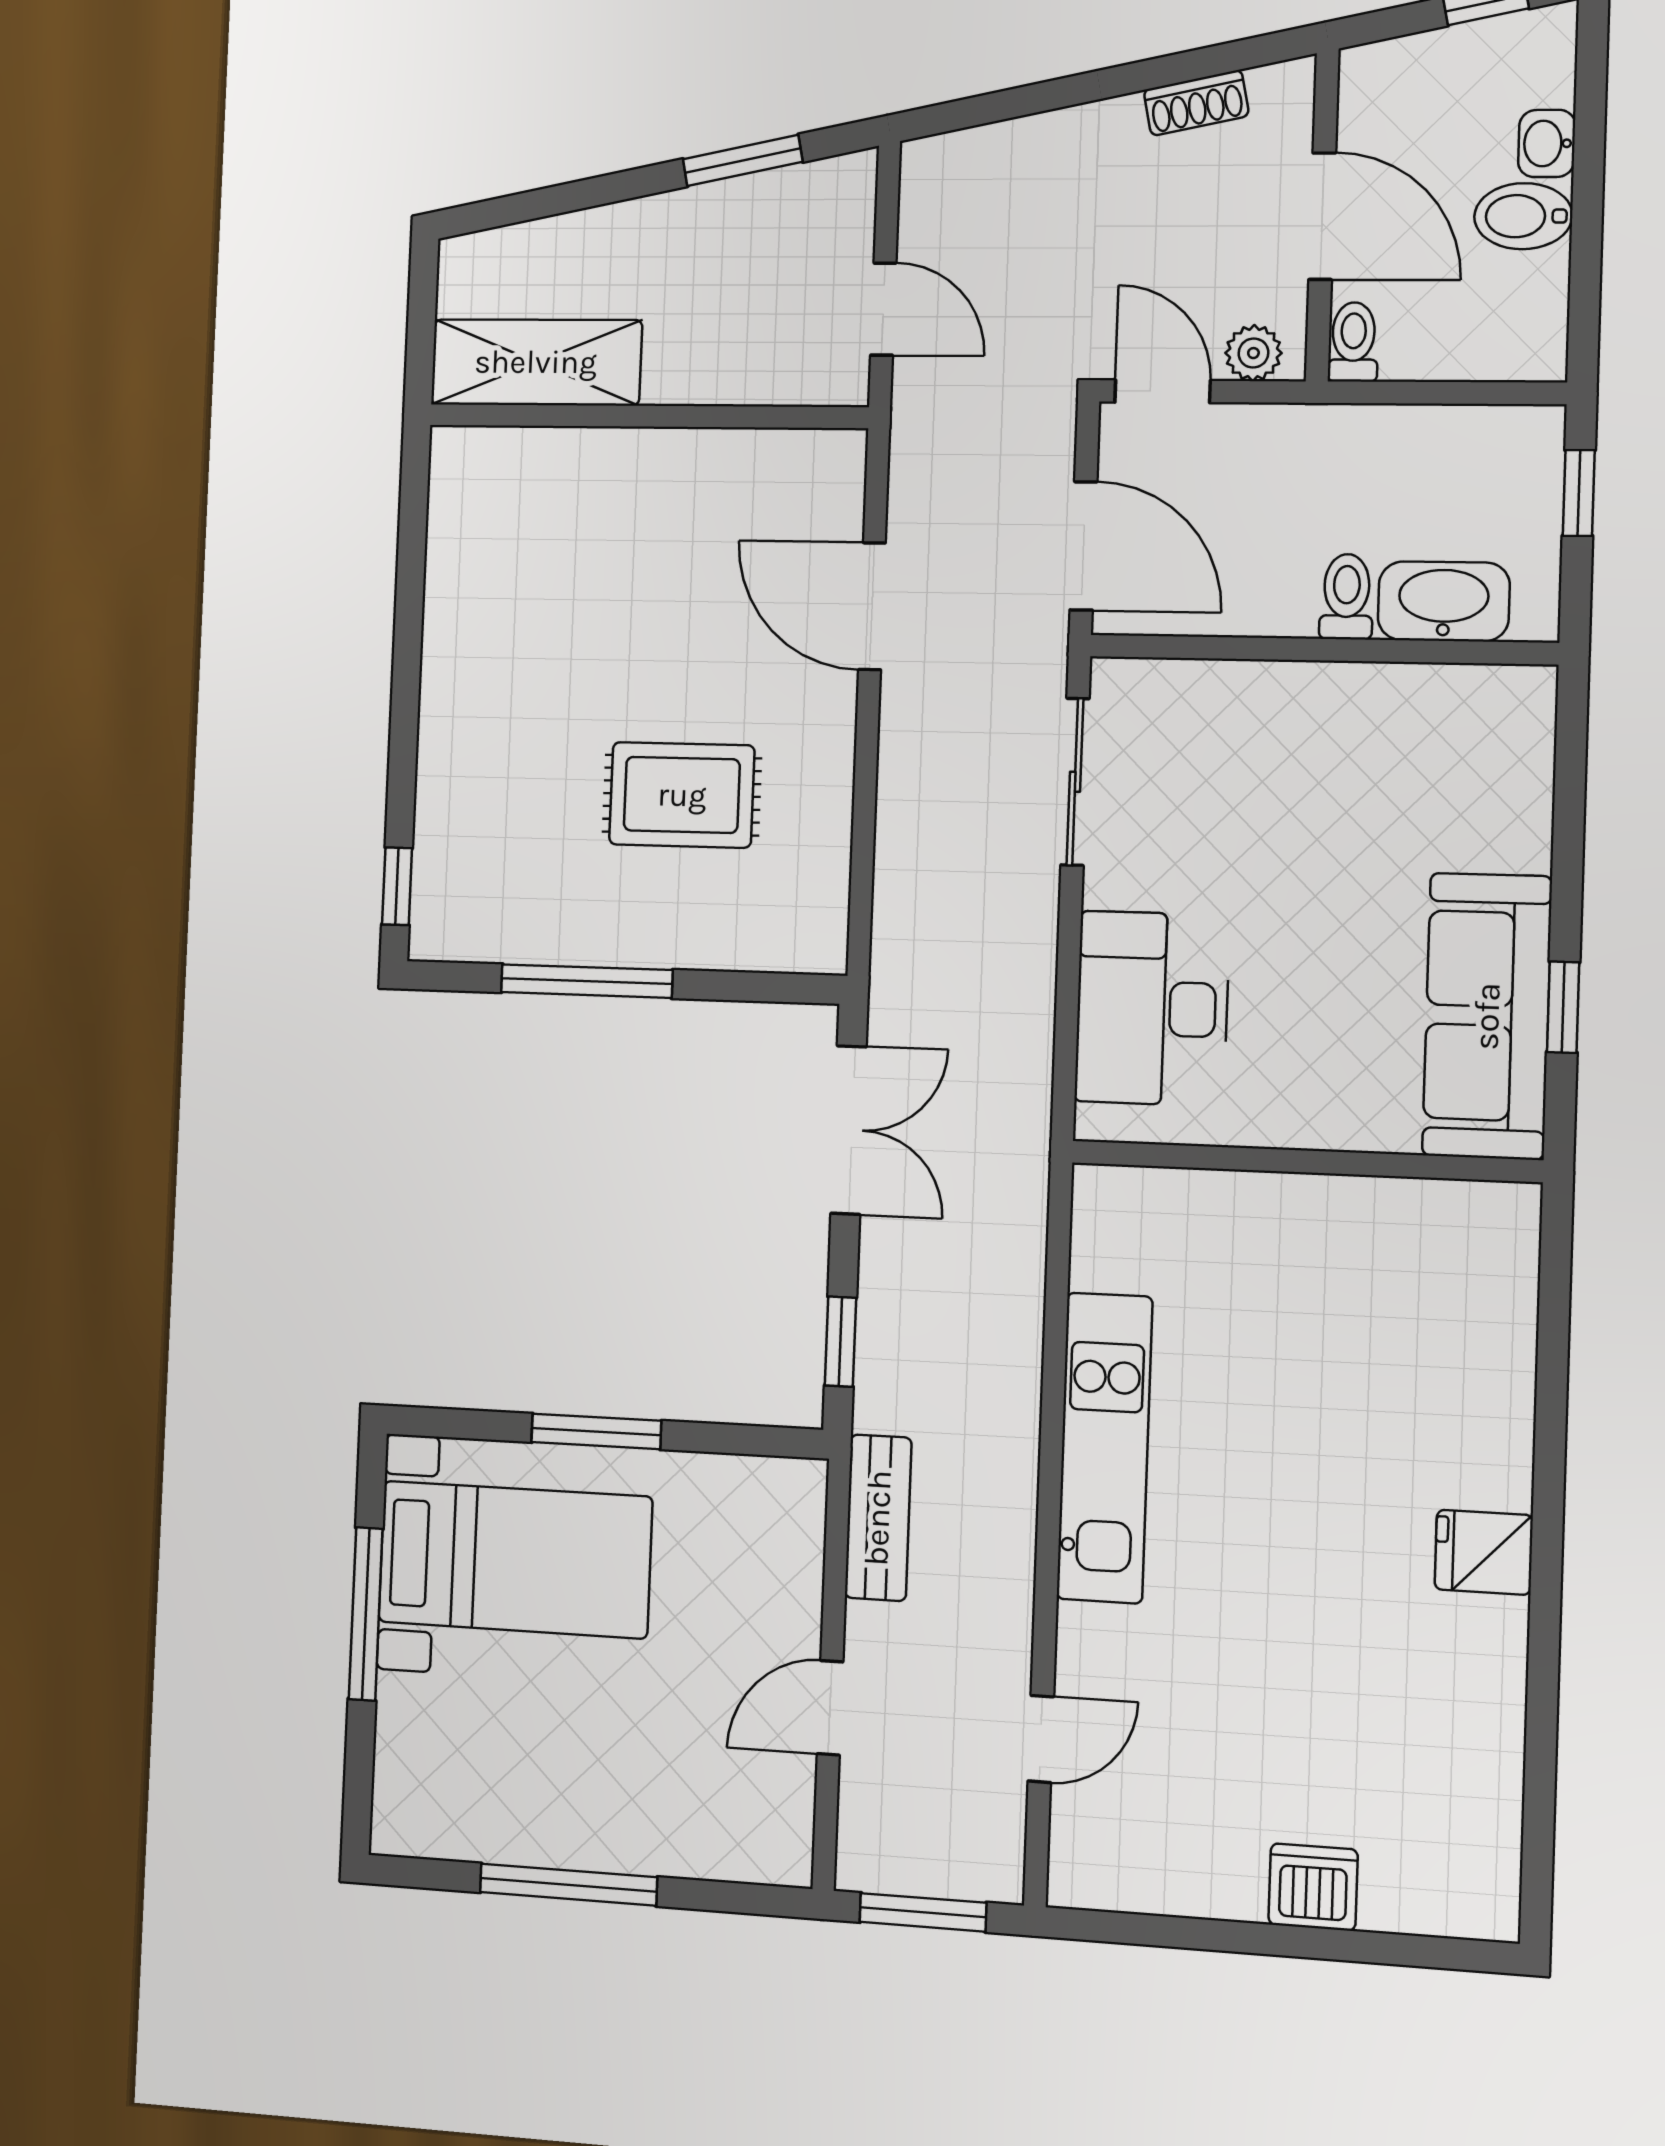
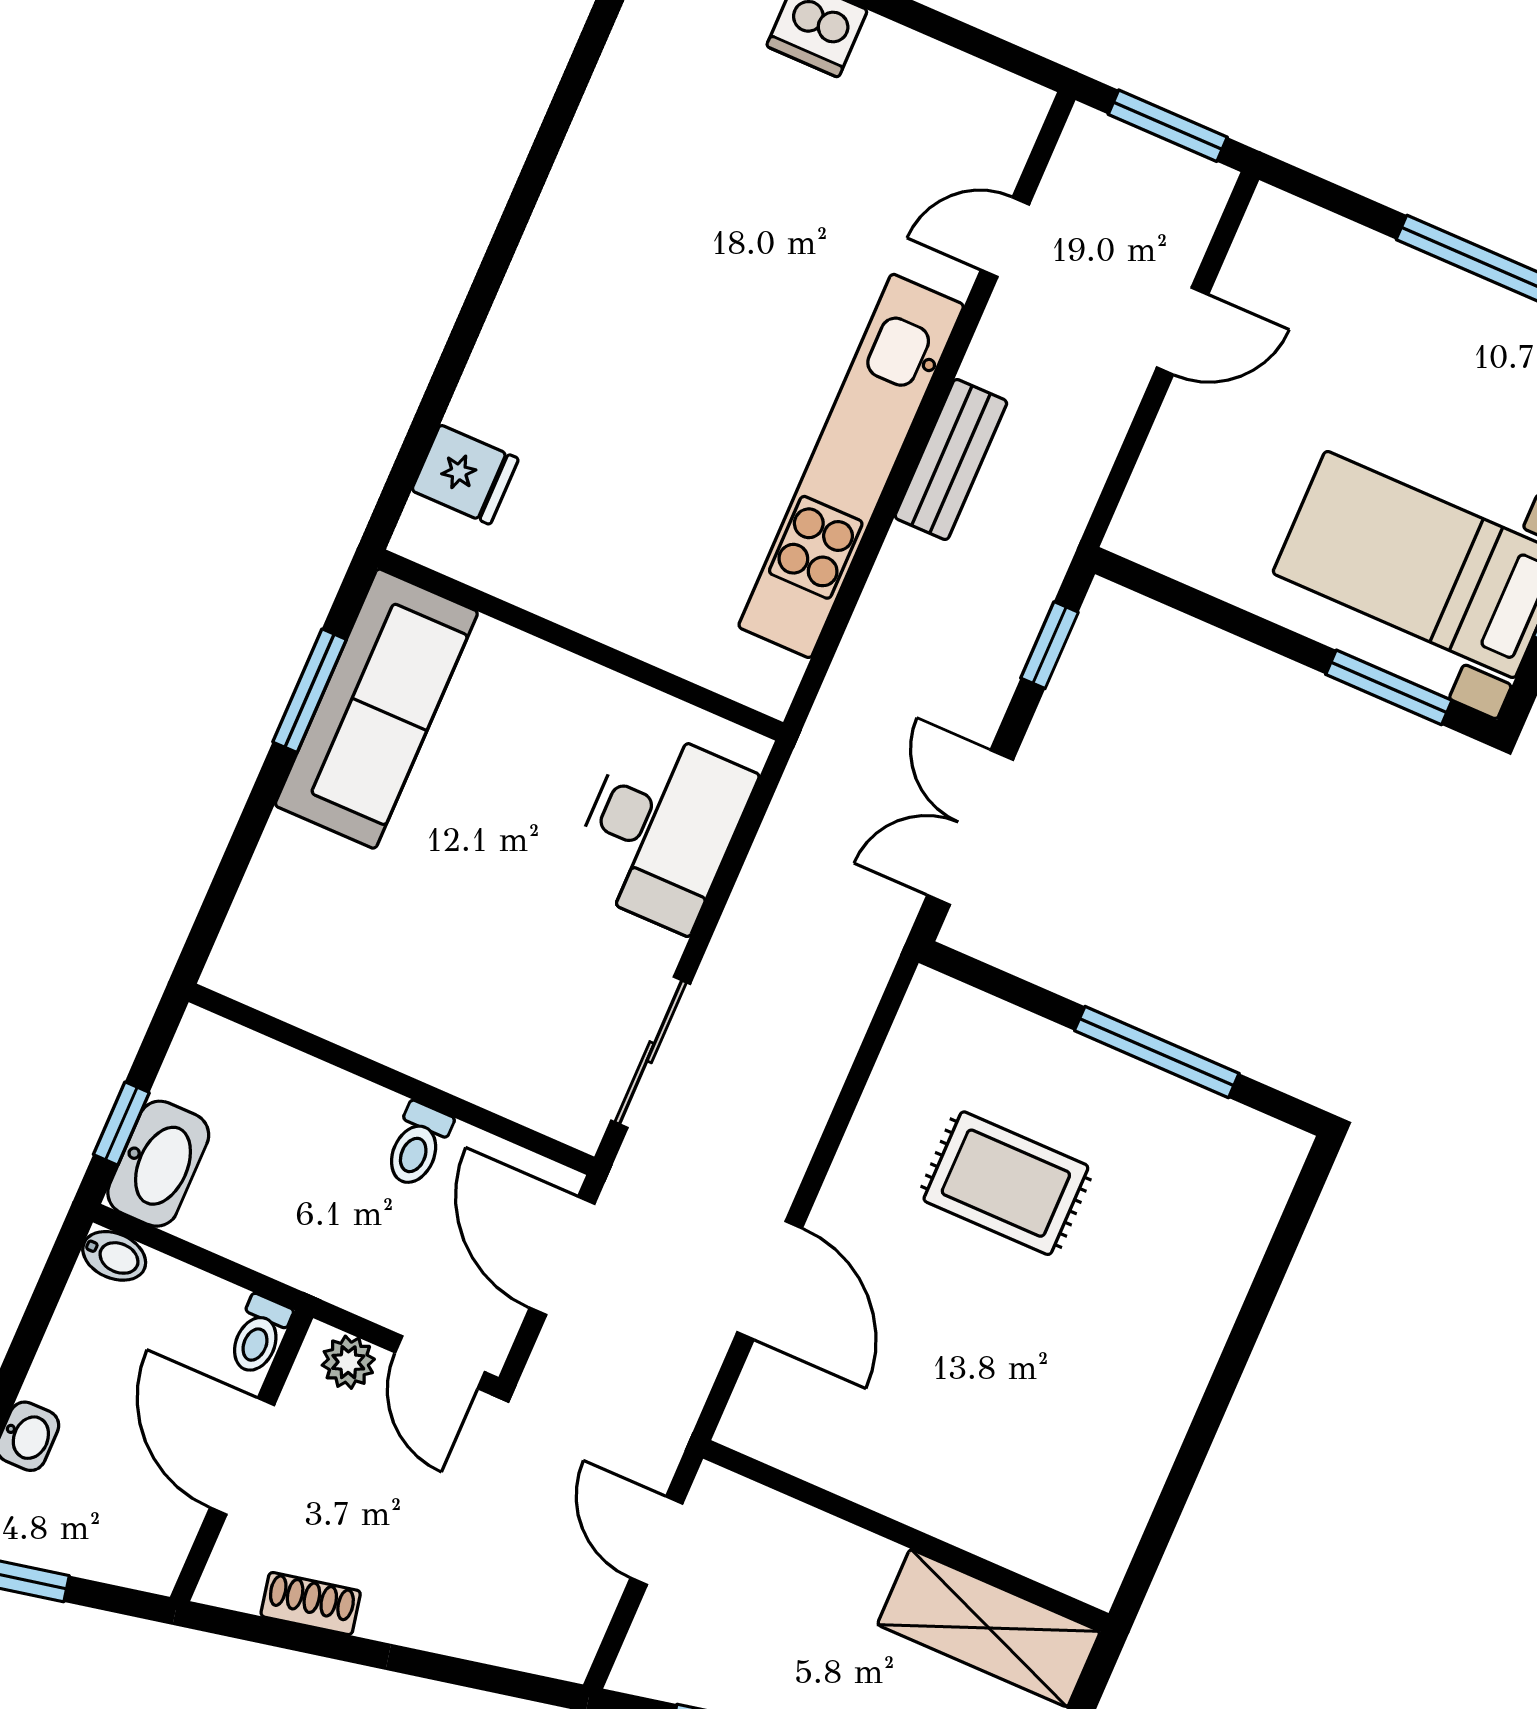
bidet: (1523, 216) -> (114, 1256), moved, width x0.72, depth x0.74
toilet: (1347, 597) -> (418, 1145), moved
washbasin: (1444, 601) -> (158, 1164), moved, turned -90
window: (397, 886) -> (1300, 1207), removed
window: (1563, 1007) -> (309, 691), width x1.50
window: (596, 1431) -> (1389, 687), moved
kitchen unit: (1105, 1448) -> (851, 466), width x1.36
bench: (878, 1518) -> (951, 459), moved
fridge: (1484, 1552) -> (465, 475), moved

